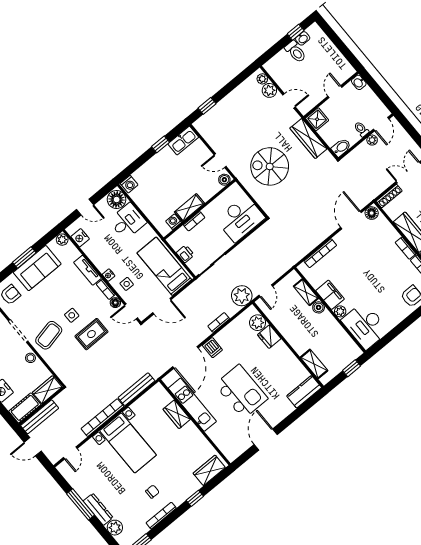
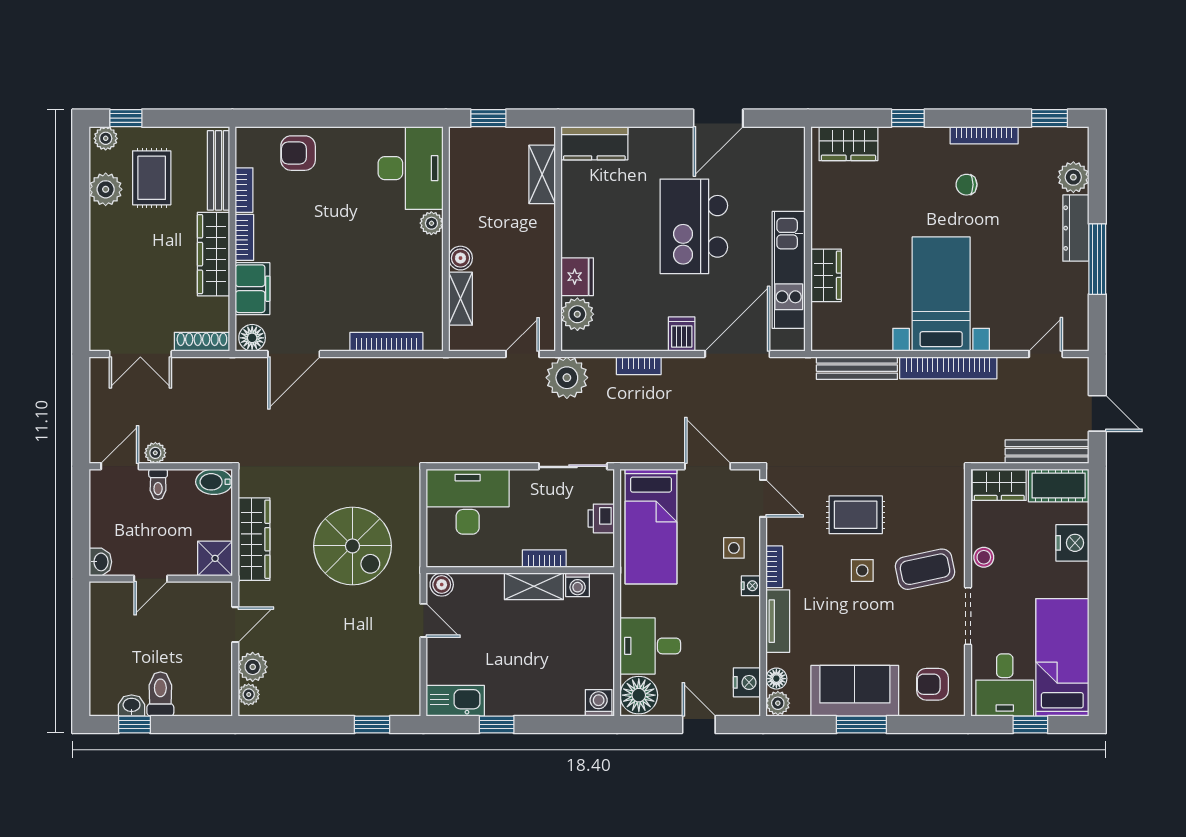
door: (289, 101) -> (235, 625), swing flipped
filing cabinet: (330, 295) -> (253, 289), moved, turned 180
floor lamp: (115, 303) -> (776, 679), moved

